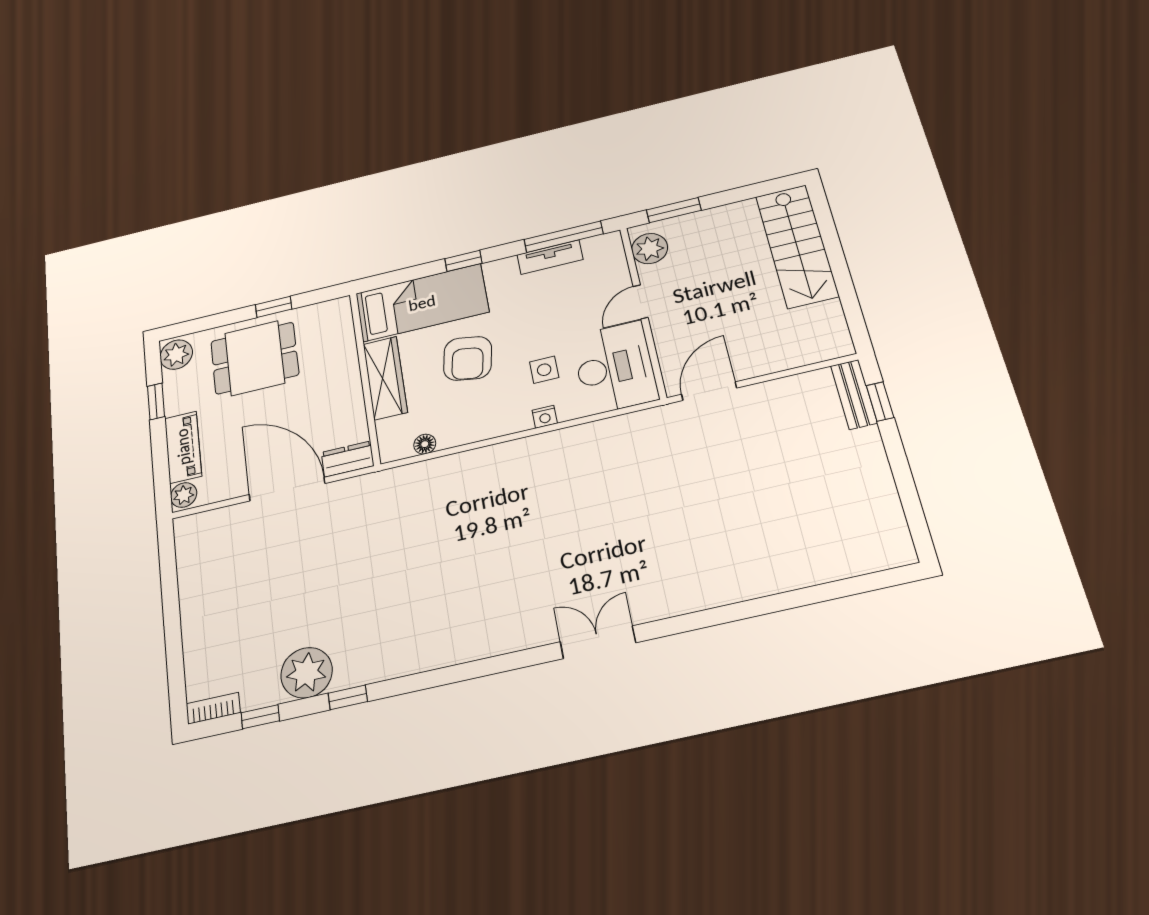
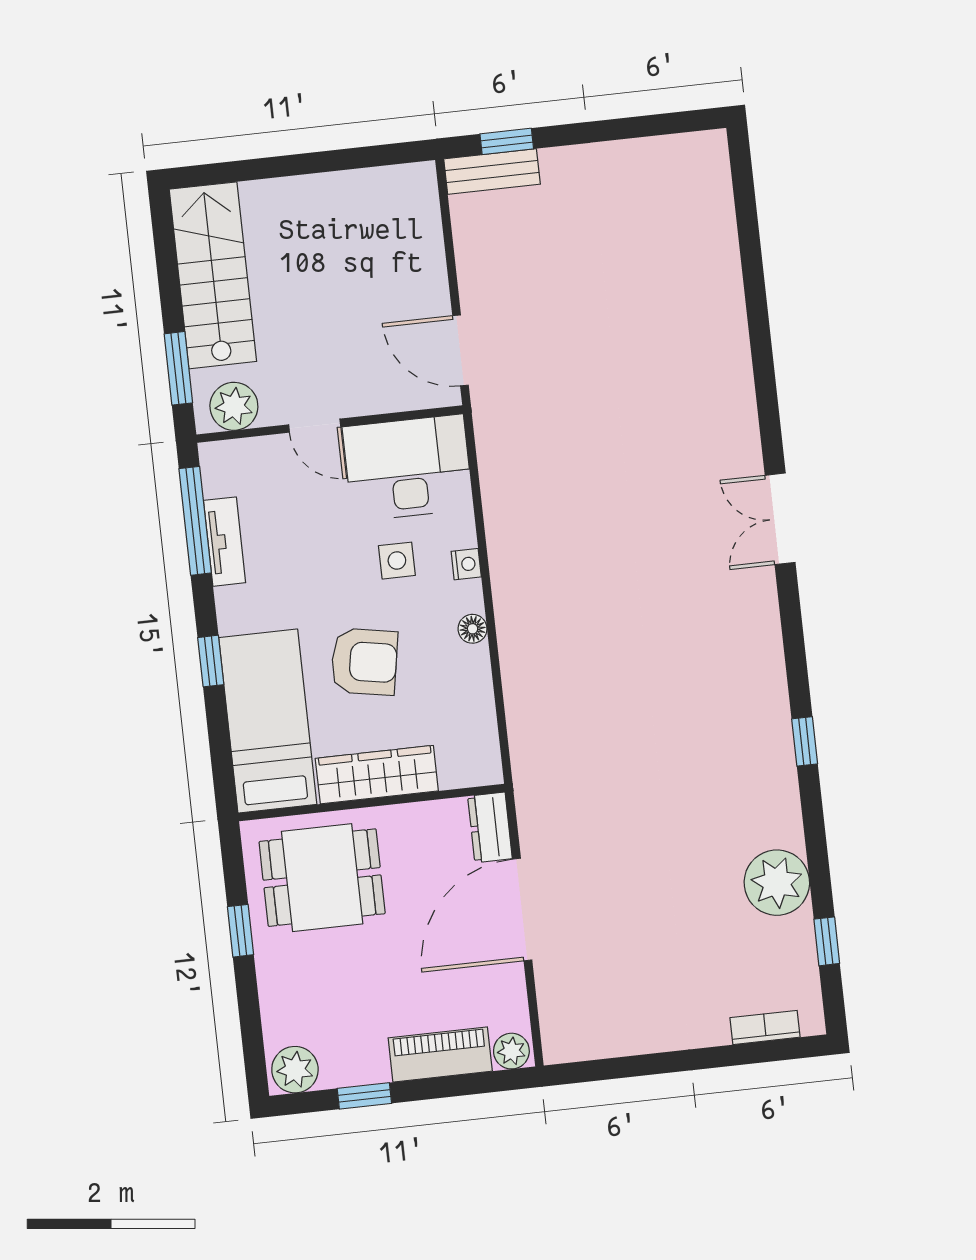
stairs: (797, 246) -> (213, 275), moved, turned -90
dining table: (255, 358) -> (322, 878), moved, turned 90
floor lamp: (425, 444) -> (473, 629), moved
window: (348, 697) -> (805, 741), moved
bookcase: (213, 708) -> (765, 1027), moved, turned 90

